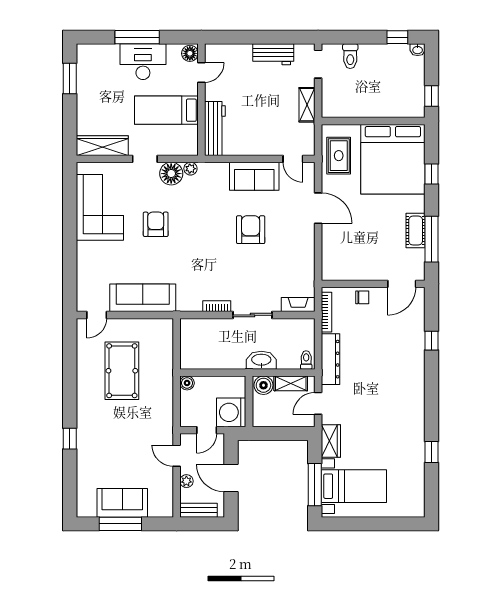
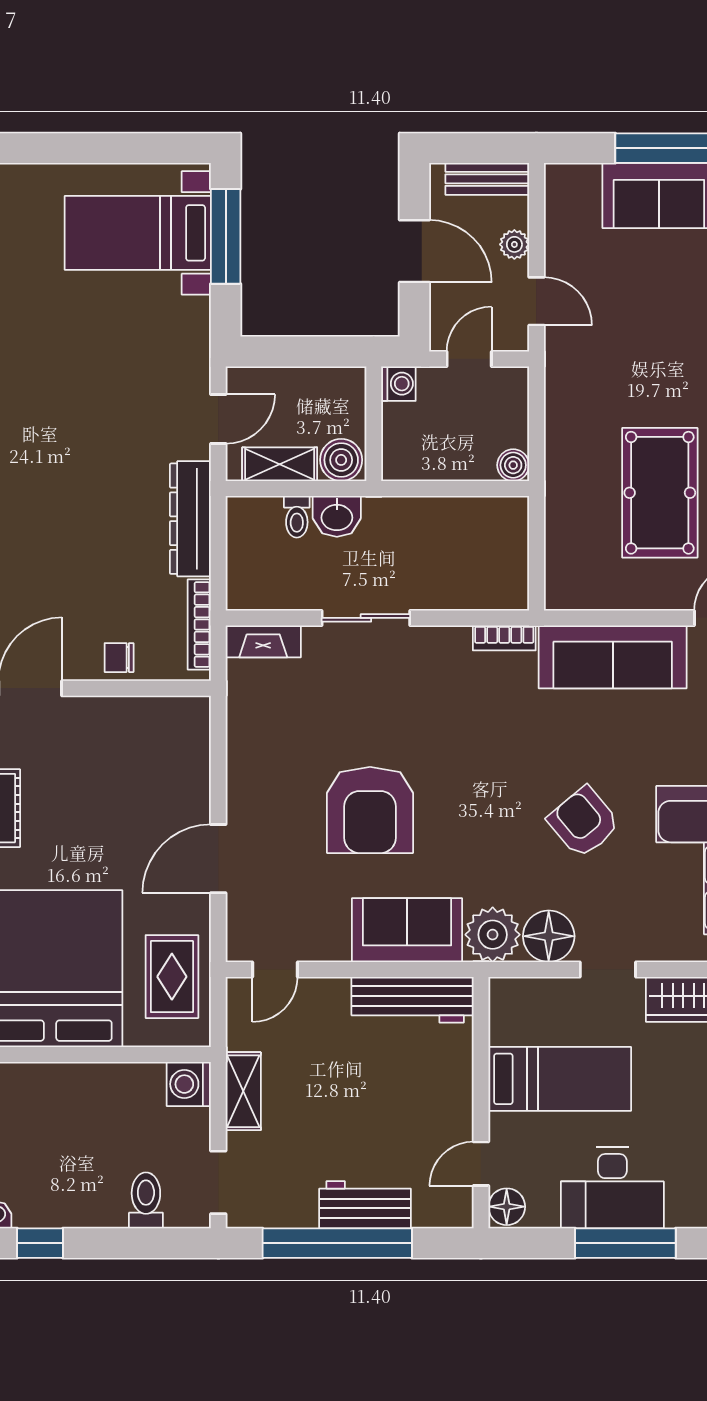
window: (265, 37) -> (337, 1243), added
workbench: (273, 54) -> (365, 1205), moved
washing machine: (331, 108) -> (189, 1084), added
workbench: (215, 128) -> (413, 1000), moved, turned -90
door: (293, 159) -> (275, 969), swing flipped
plant: (190, 169) -> (493, 935), width x1.87, depth x1.87
sofa: (254, 176) -> (407, 930), moved
door: (318, 208) -> (218, 859), hinge flipped
armchair: (156, 224) -> (584, 822), turned 140
armchair: (251, 230) -> (370, 810), width x1.36, depth x1.36
bookcase: (217, 306) -> (504, 638), moved
washbasin: (261, 360) -> (337, 516), width x0.72
toilet: (306, 360) -> (297, 517), moved
washing machine: (231, 412) -> (398, 384), width x0.53, depth x0.53
wardrobe: (331, 441) -> (189, 335), removed

